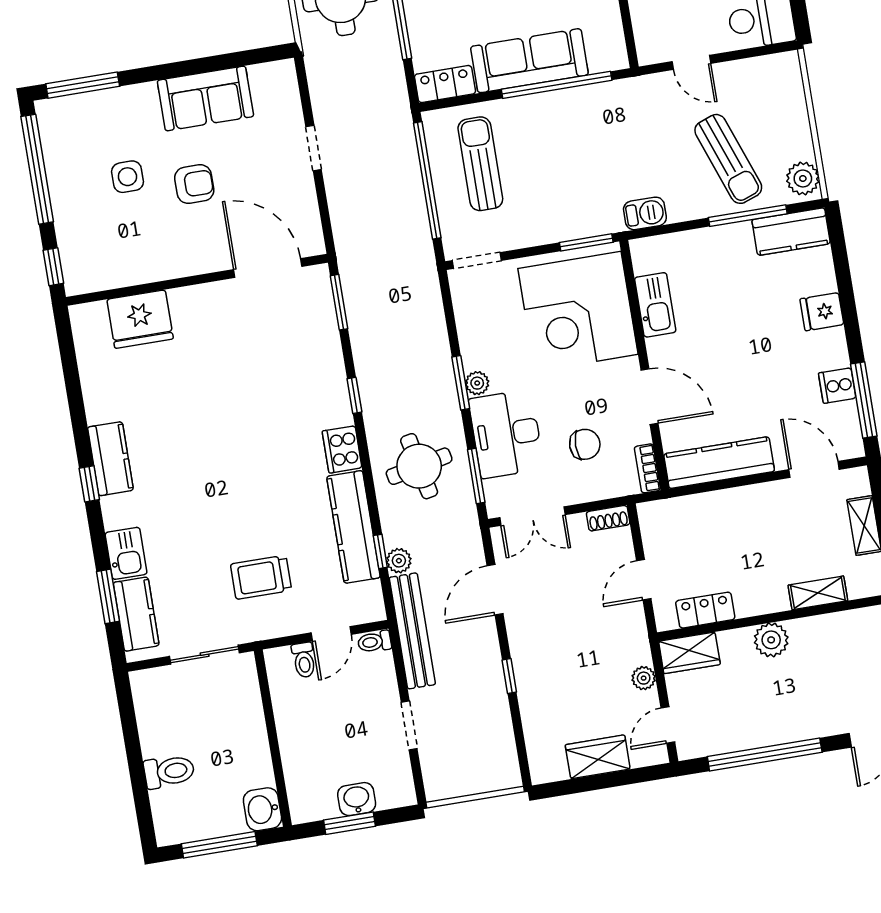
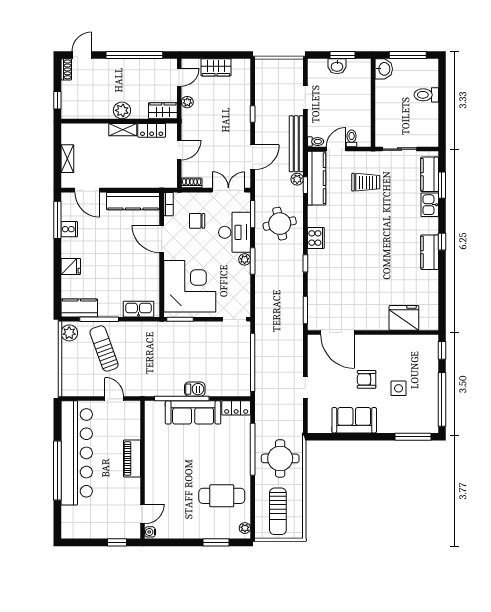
sun lounger: (480, 164) -> (225, 366), removed
barbecue: (645, 213) -> (195, 389), moved, turned 180
kitchen sink: (655, 305) -> (138, 309), moved, turned 90
kitchen counter: (353, 527) -> (317, 178), moved
shelving: (818, 593) -> (123, 130), moved

